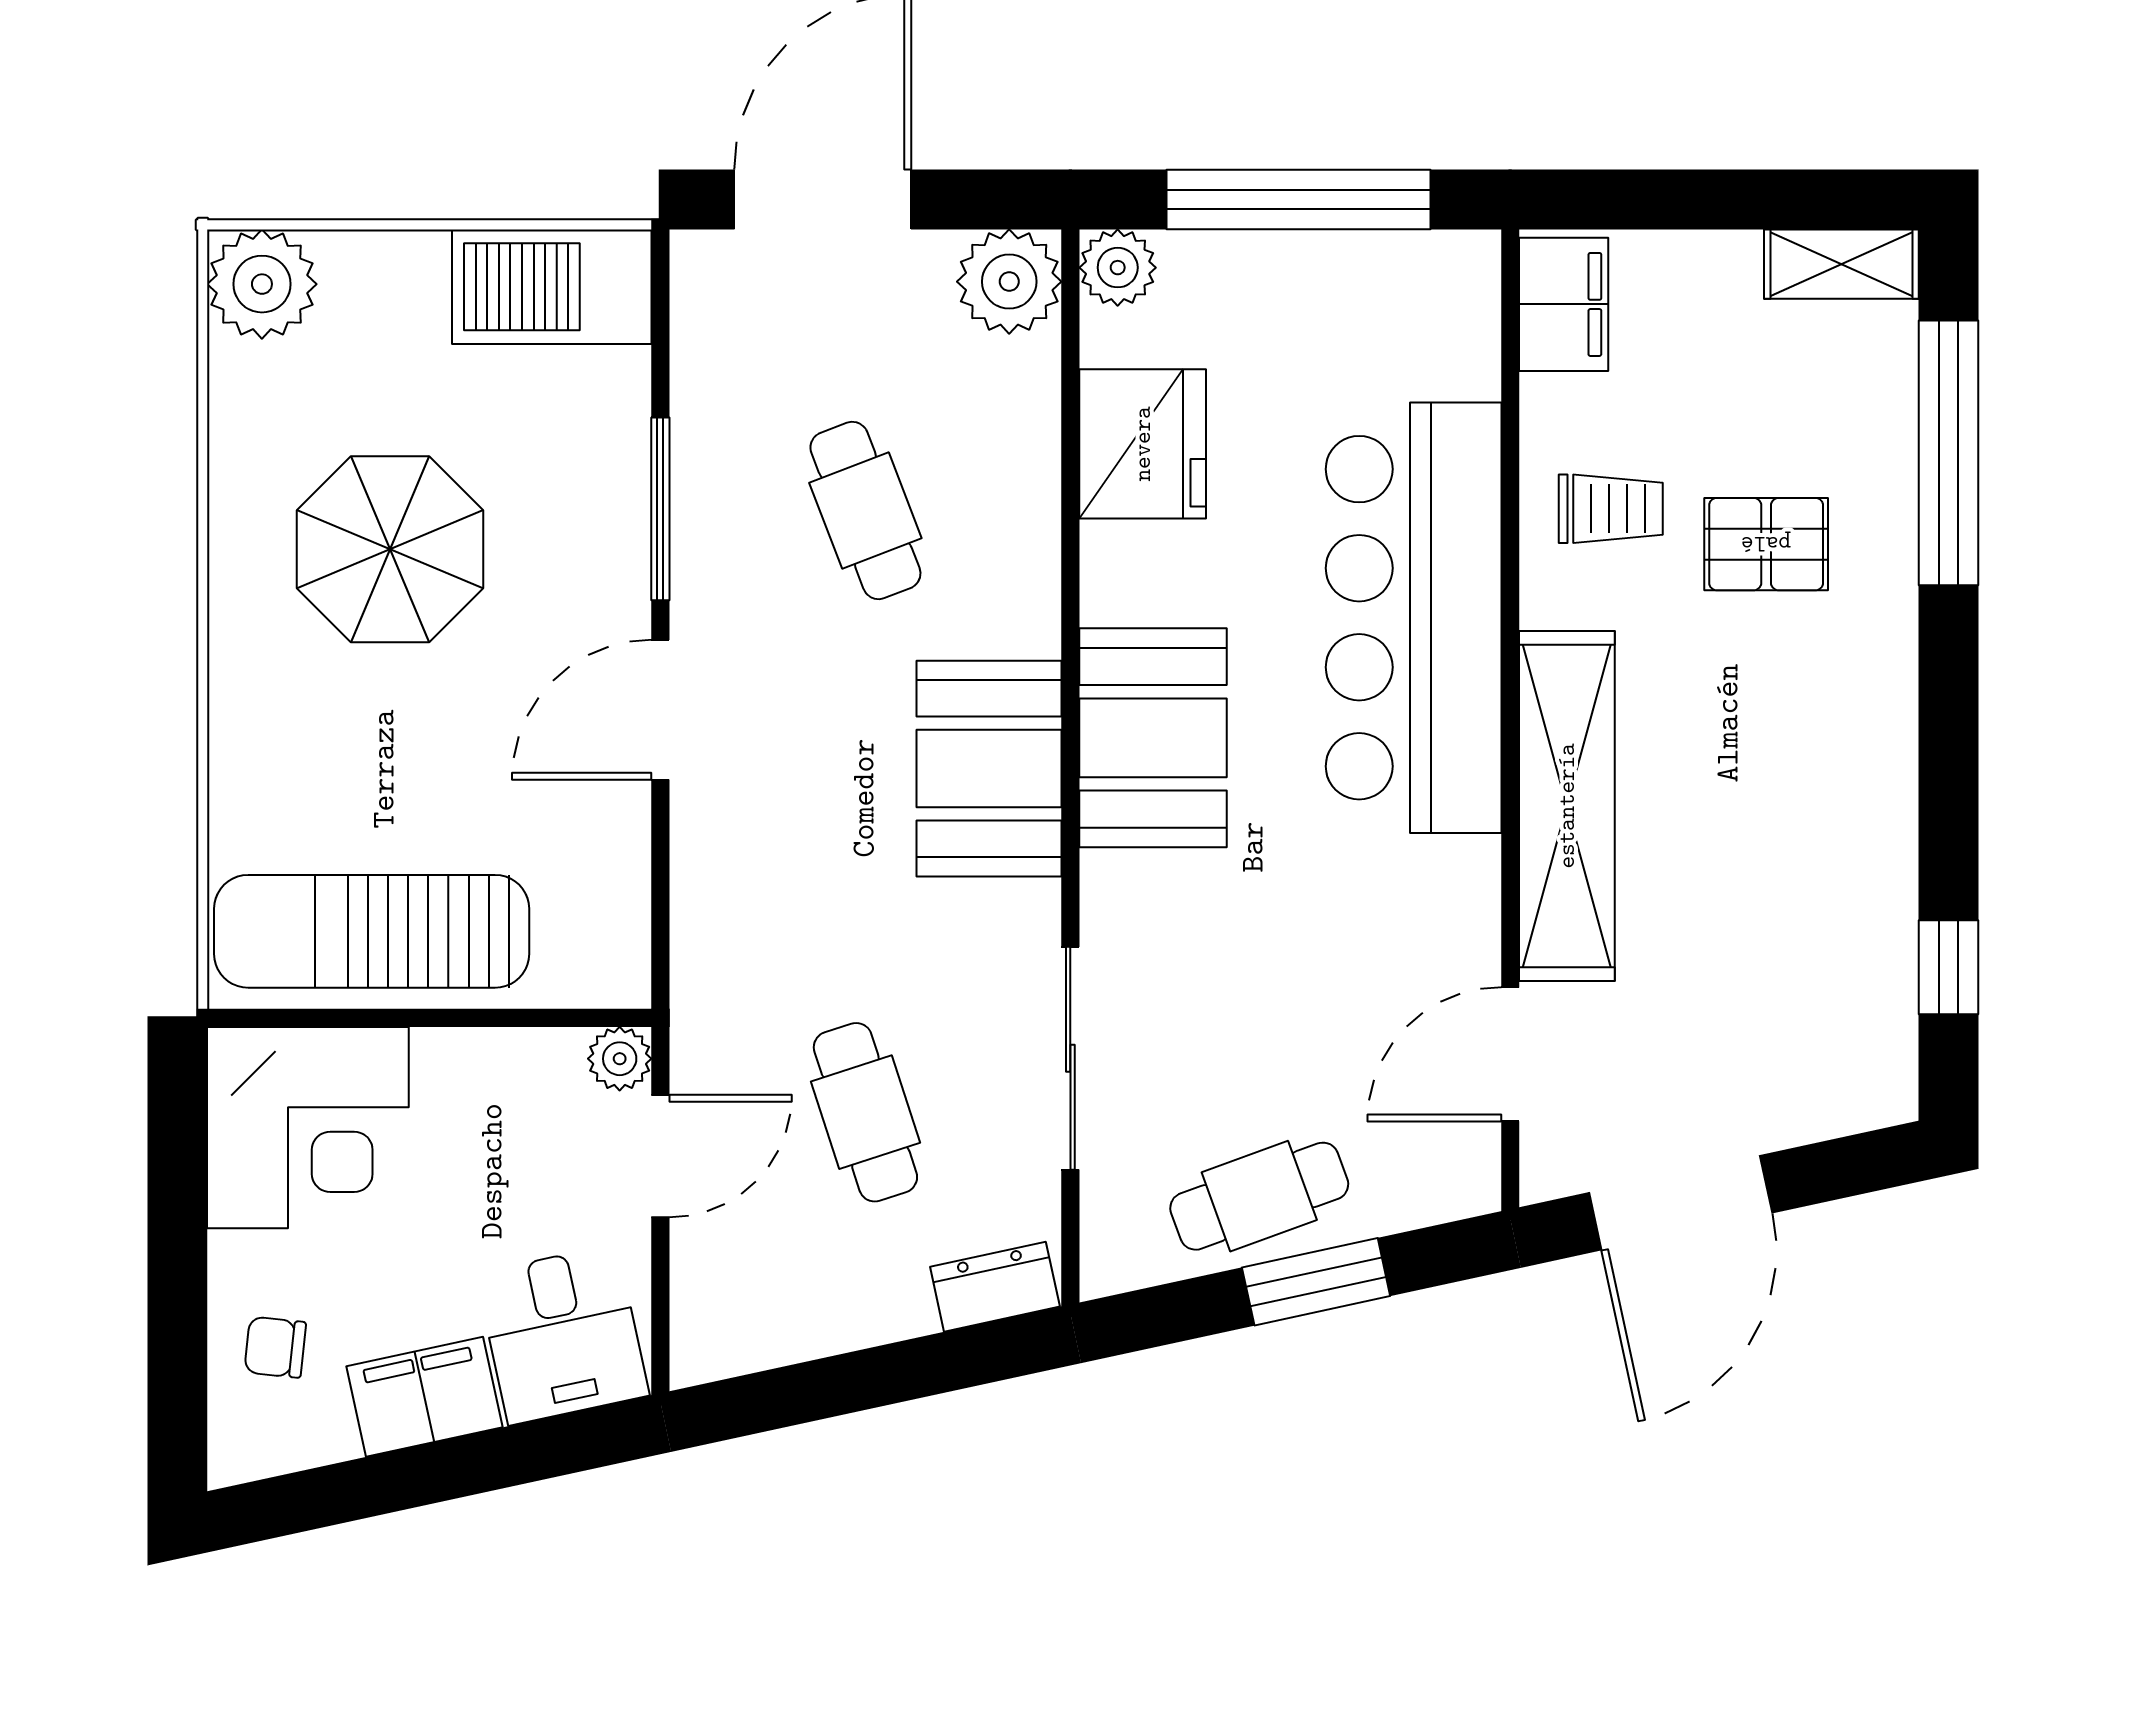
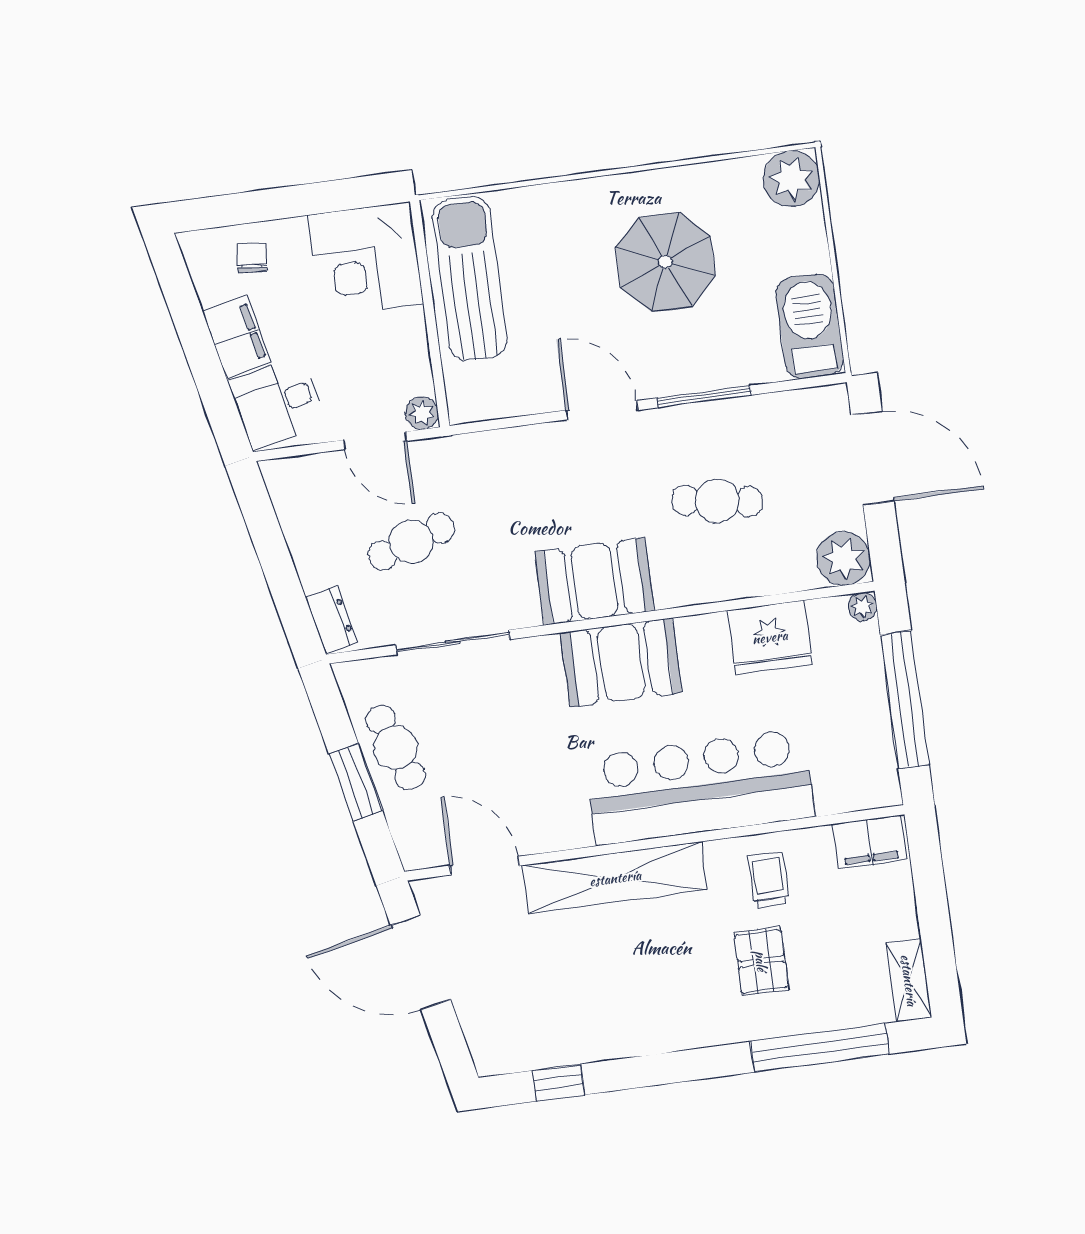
plant: (1118, 268) -> (863, 607), width x0.73, depth x0.73
trolley: (1611, 509) -> (769, 880), turned 180
cafe table: (865, 510) -> (717, 501), turned 30

